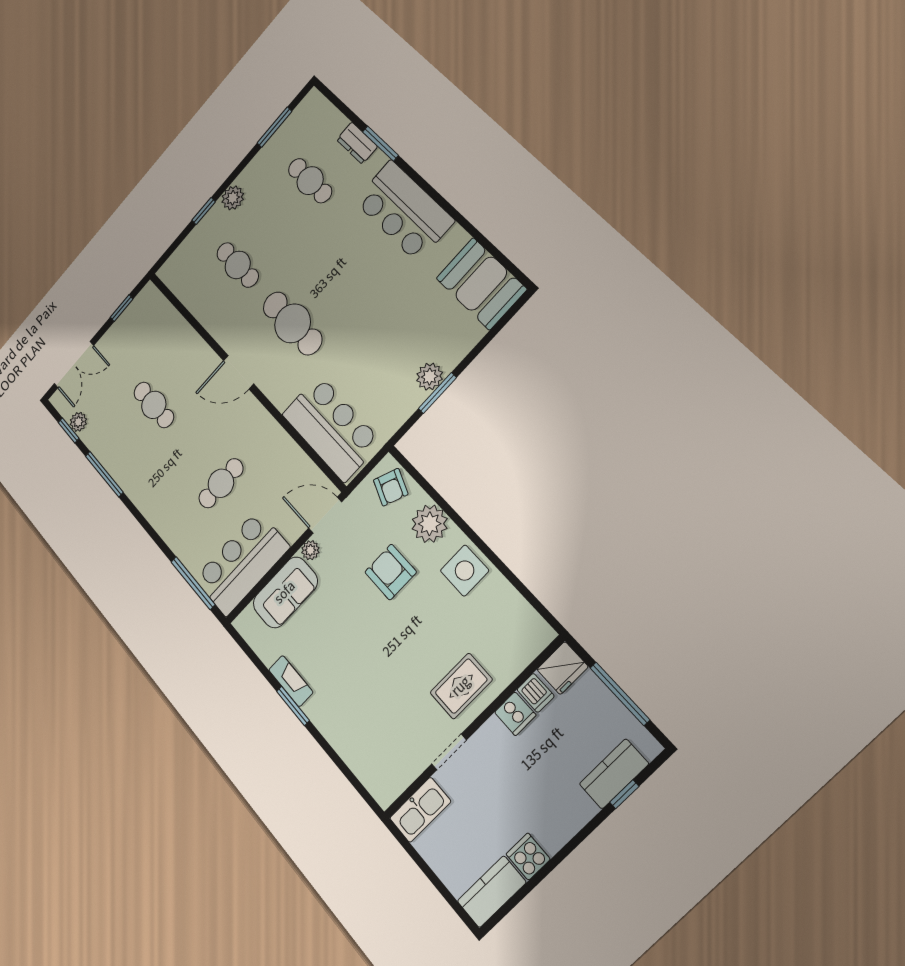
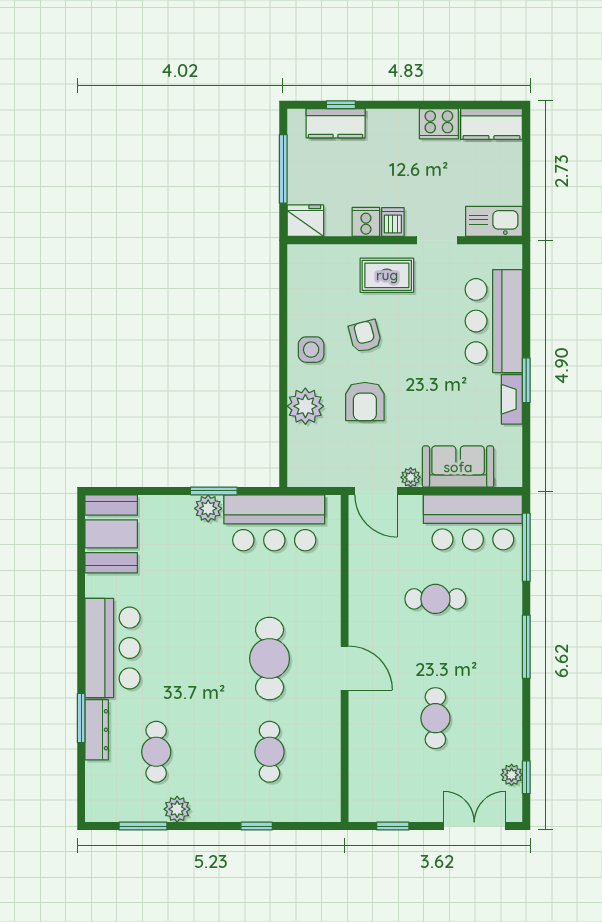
dresser: (357, 143) -> (97, 730), width x1.44
plant: (233, 198) -> (177, 809), moved
bar counter: (331, 428) -> (274, 523), moved, turned -90
window: (104, 474) -> (526, 647), moved
armchair: (391, 487) -> (365, 336), moved, turned -37
side table: (465, 571) -> (311, 350), width x0.73, depth x0.73
dishwasher: (536, 693) -> (393, 222), moved
bar counter: (353, 729) -> (494, 321), added
cooker: (528, 857) -> (439, 124), width x1.36

